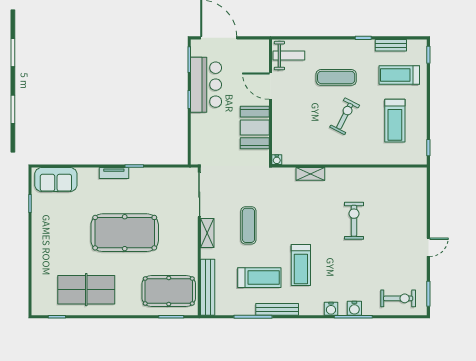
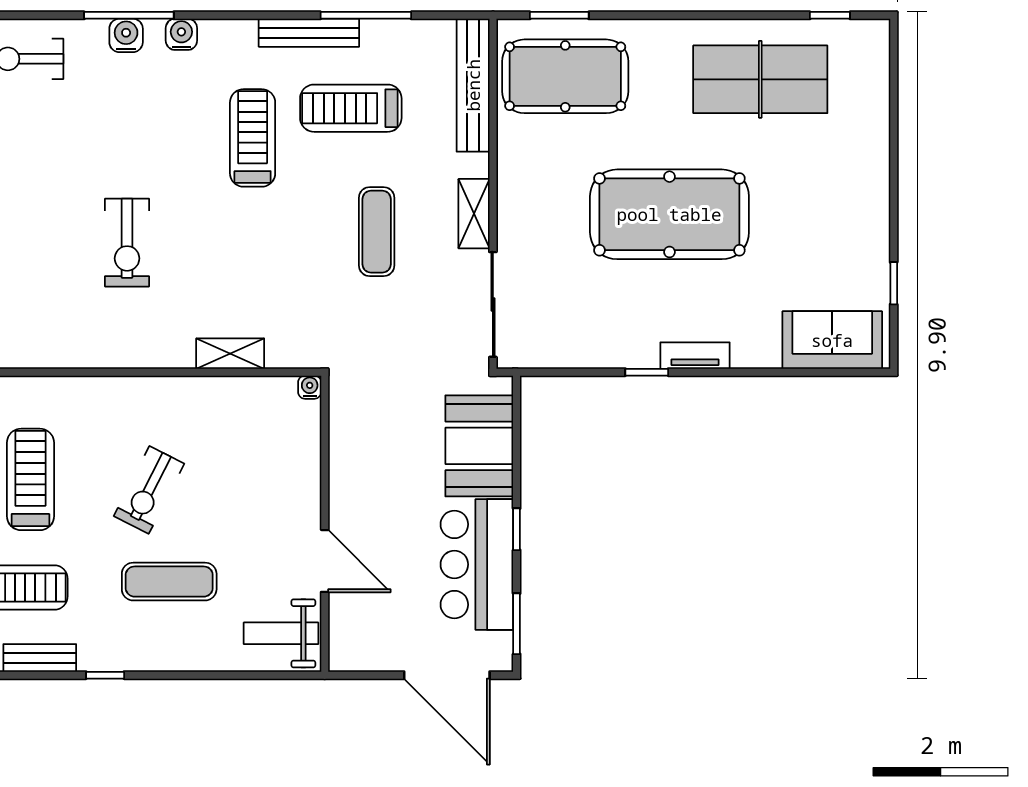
booth: (255, 127) -> (479, 446), moved

